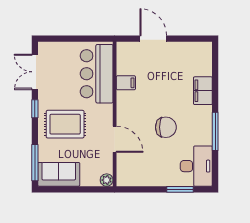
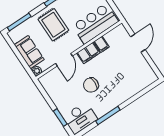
filing cabinet: (203, 91) -> (88, 53), moved, turned 180
chair: (166, 127) -> (91, 85), turned 90
sofa: (59, 174) -> (29, 52), moved

